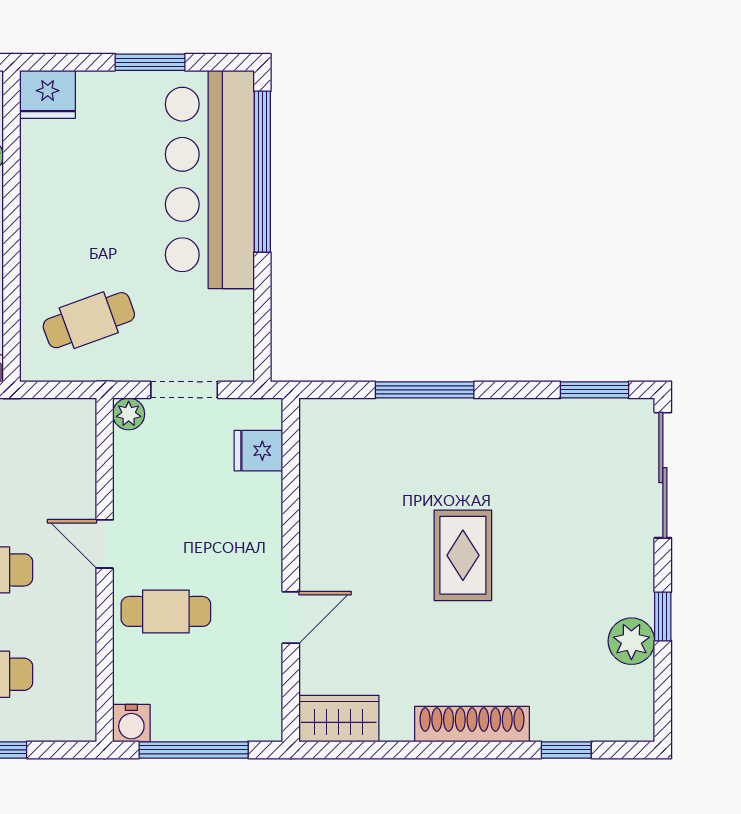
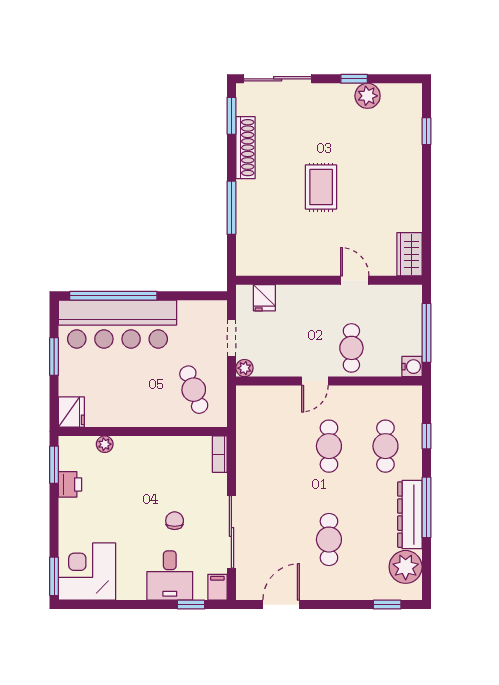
rug: (463, 555) -> (321, 187), turned 90
shoe rack: (472, 724) -> (245, 148), moved, turned 180

